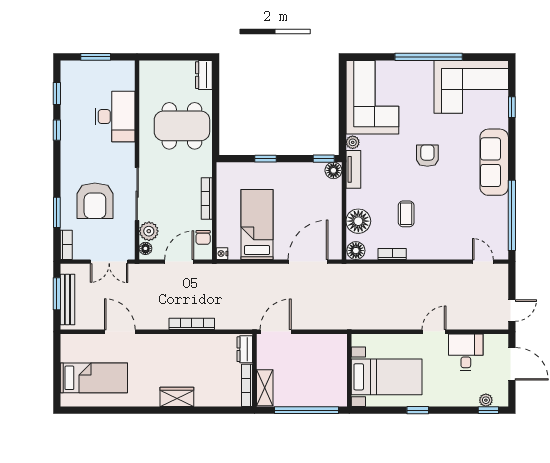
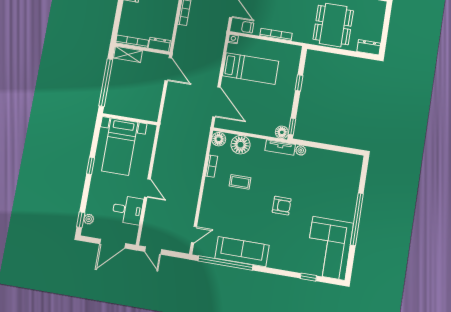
corner sofa: (372, 97) -> (333, 171), removed
sofa: (494, 162) -> (242, 252), moved

